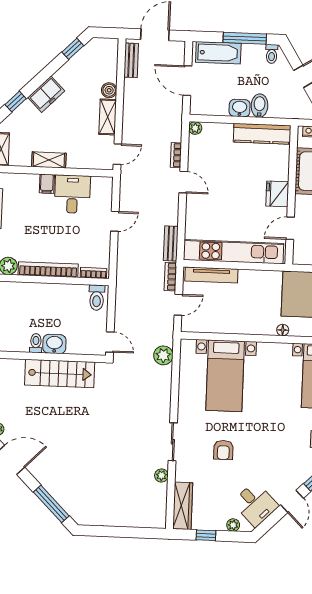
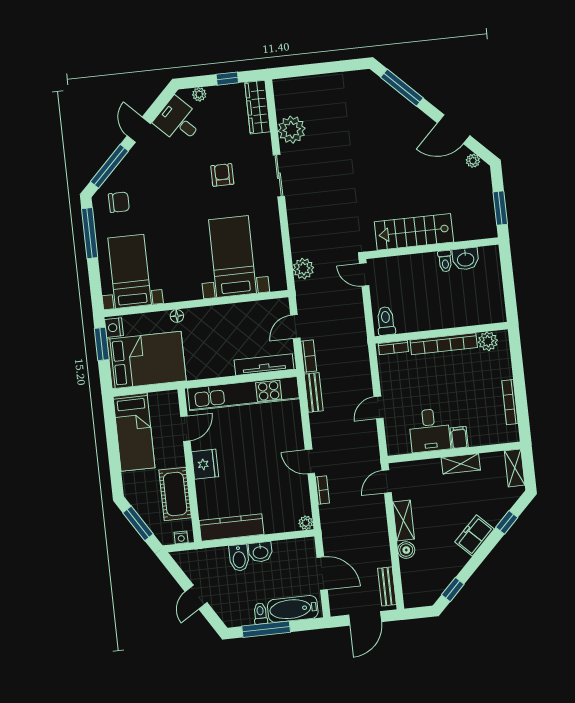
toilet: (272, 54) -> (260, 614), moved
washbasin: (54, 344) -> (466, 259), moved
plant: (161, 475) -> (292, 130), width x1.88, depth x1.88

